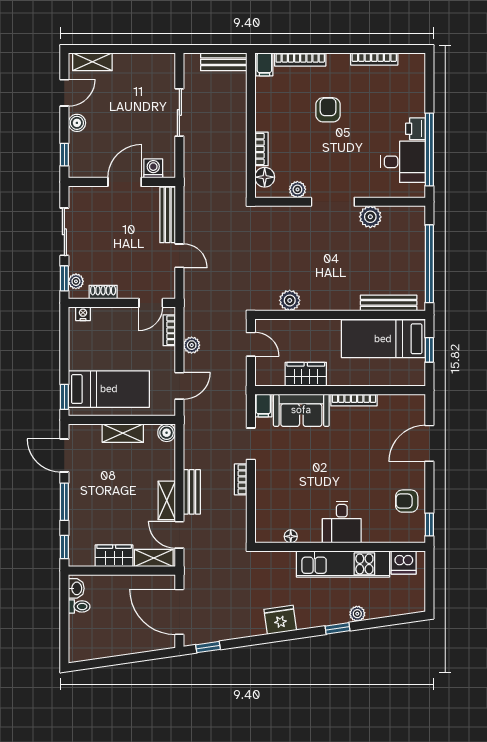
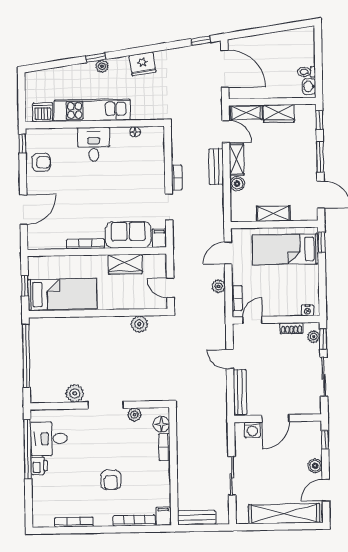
shelving: (92, 62) -> (284, 514), width x2.20, depth x1.33
bench: (389, 303) -> (59, 323), removed
boiler: (167, 433) -> (237, 184), moved
plant: (357, 614) -> (102, 66), moved

